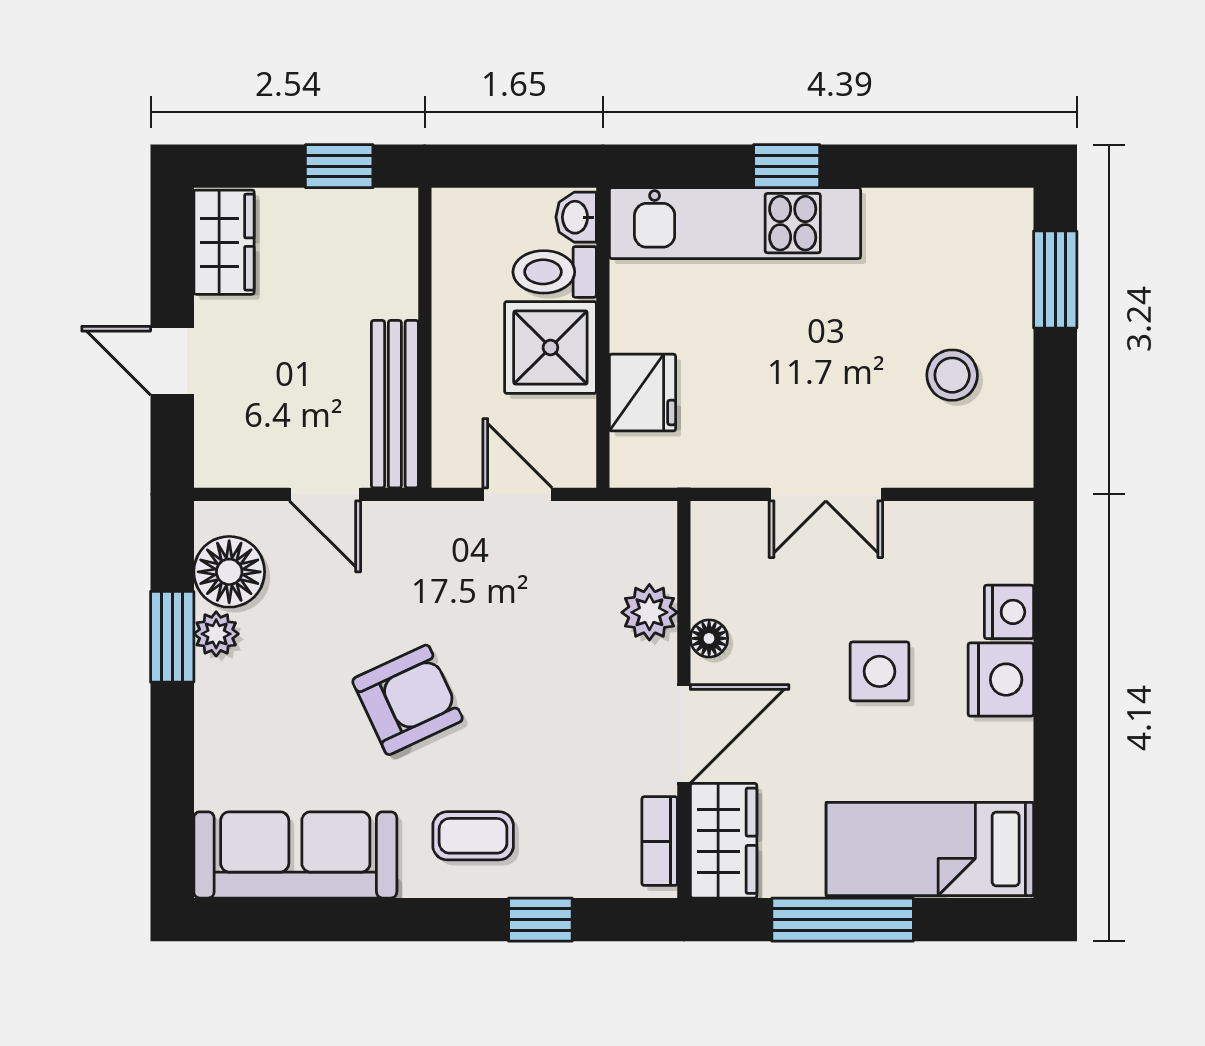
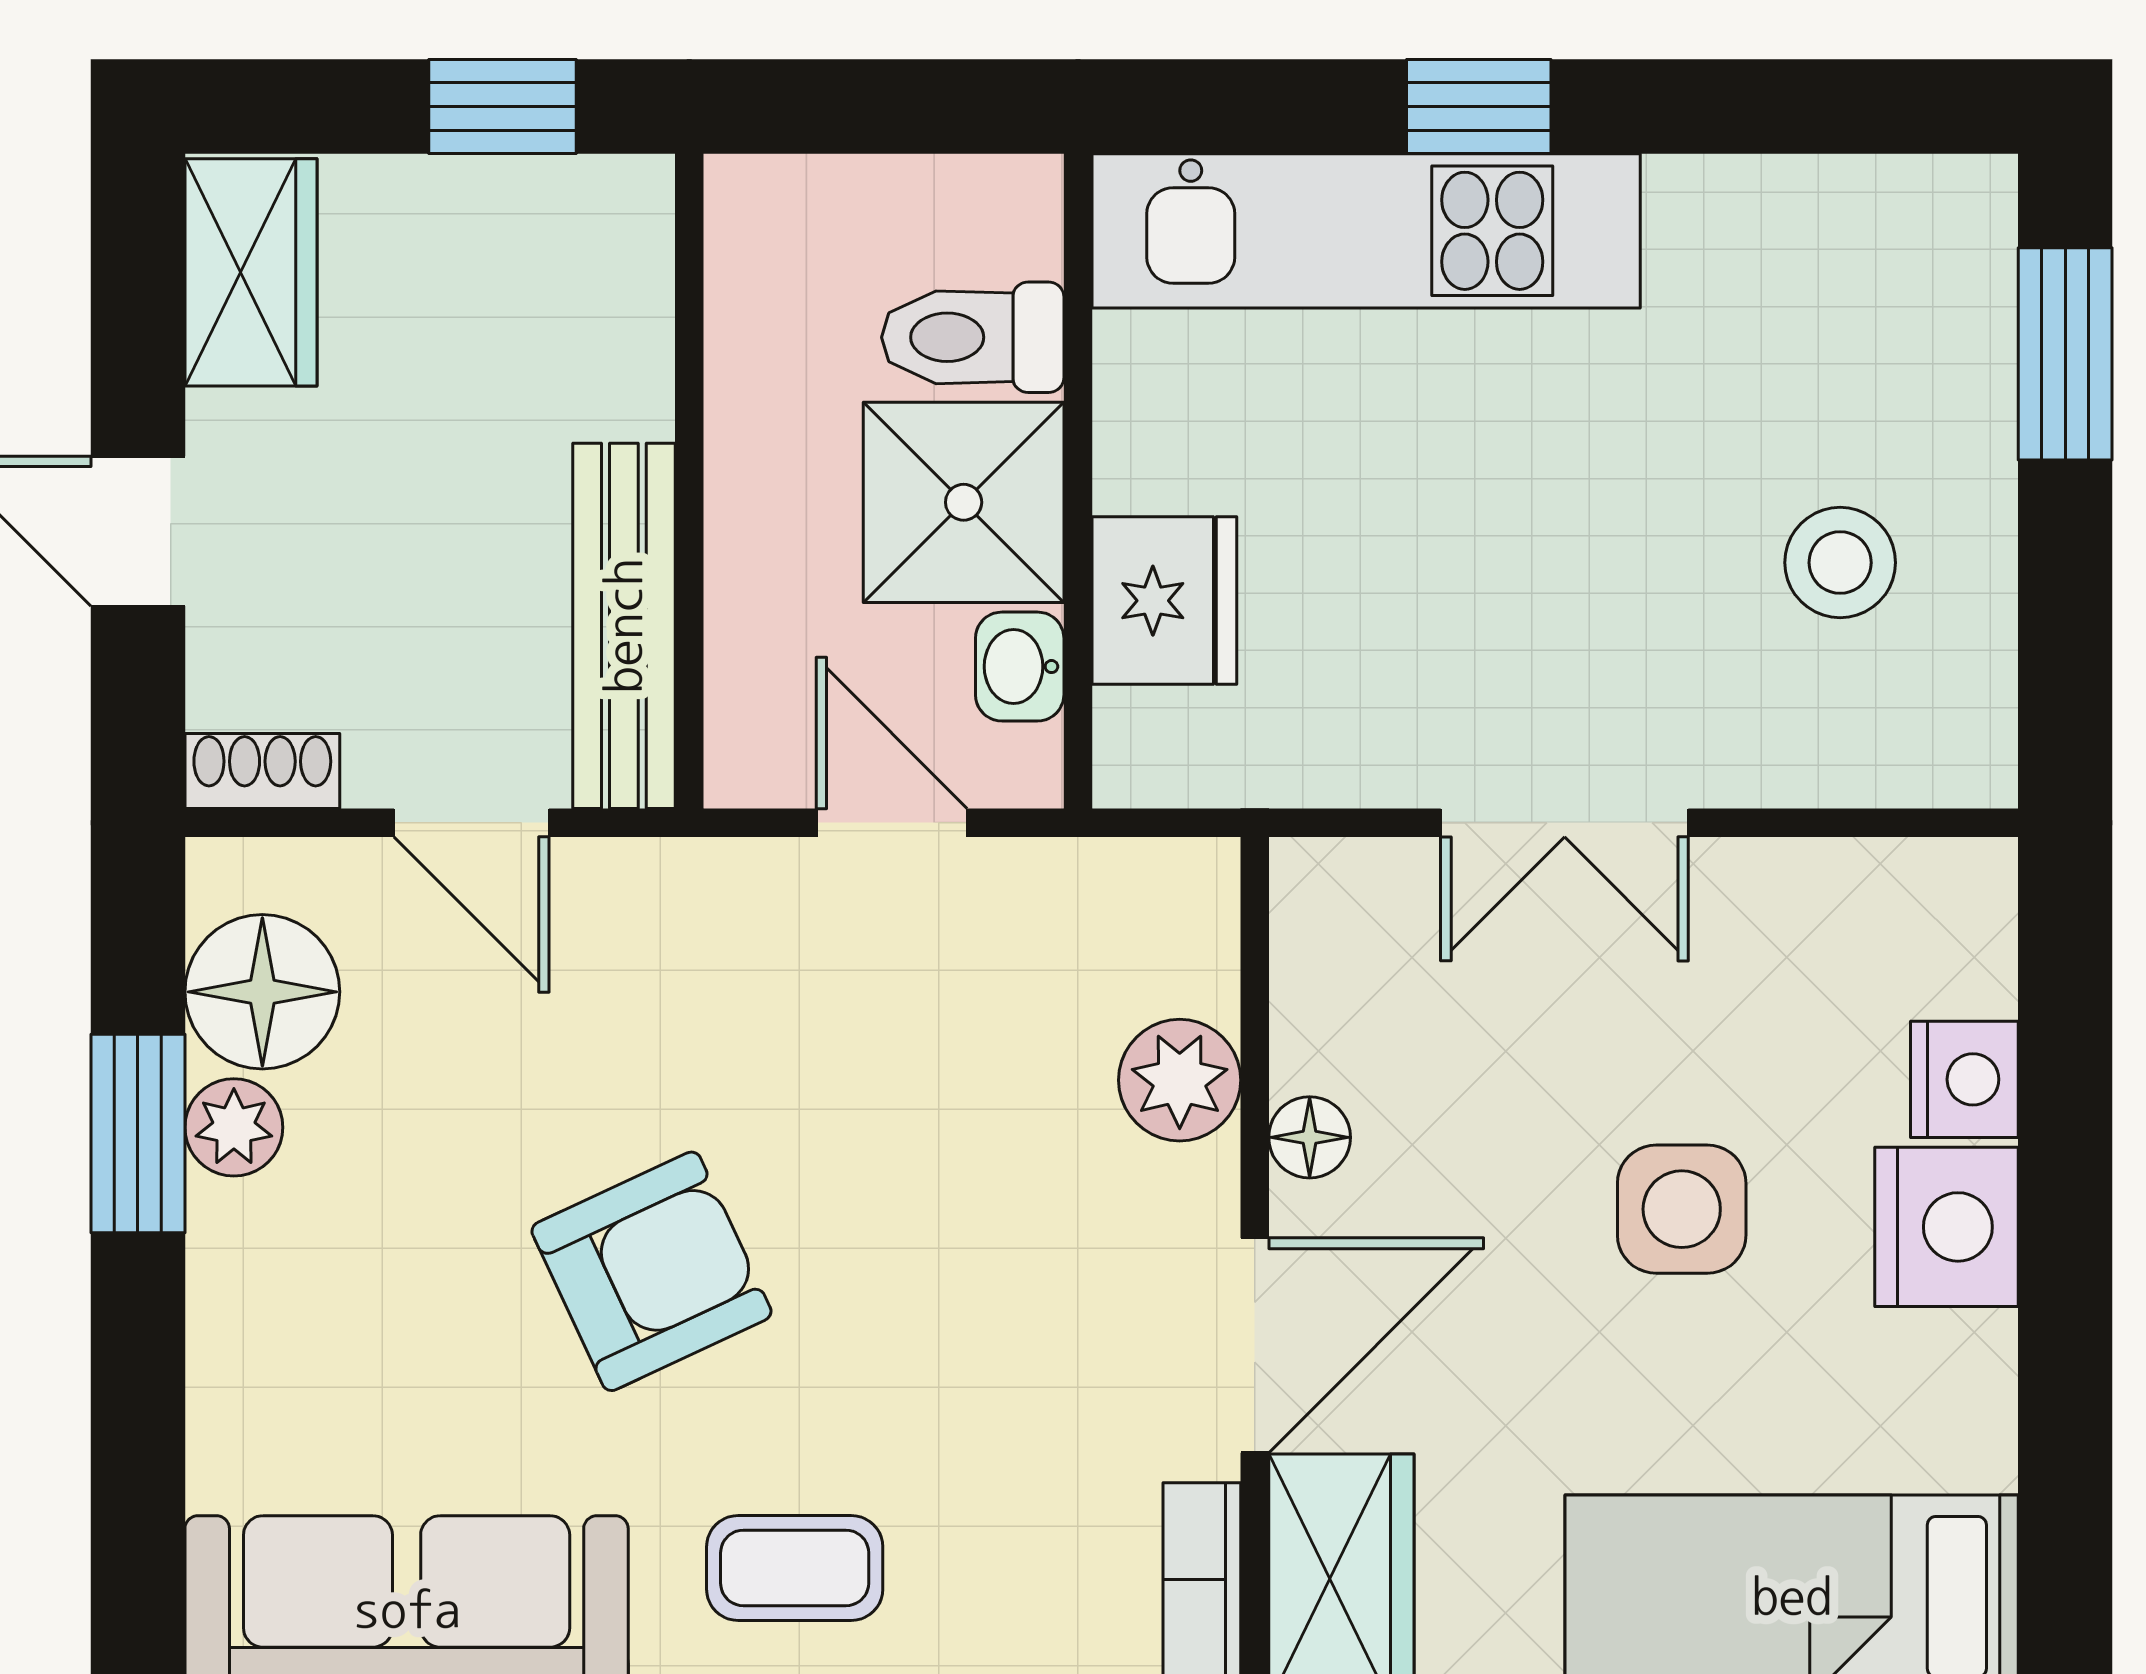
washbasin: (576, 217) -> (1020, 667), moved
shoe rack: (229, 471) -> (262, 771), added

